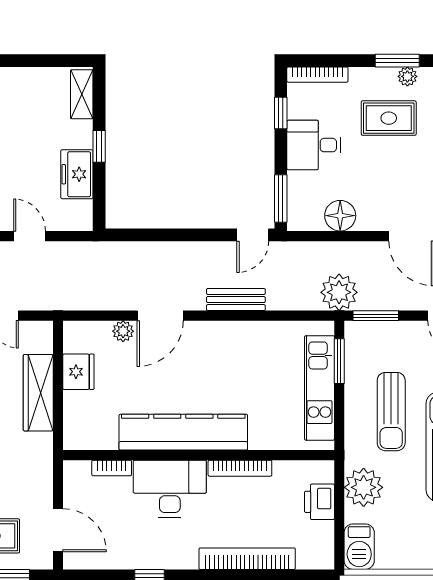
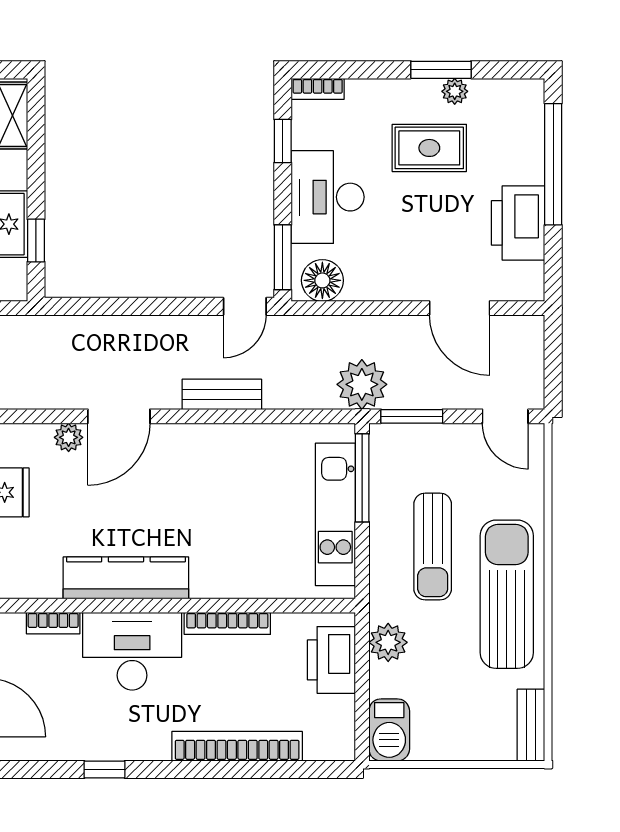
bookcase: (317, 75) -> (318, 89), width x0.64
desk: (314, 145) -> (328, 197), width x1.37
window: (99, 146) -> (36, 240), moved
floor lamp: (340, 216) -> (322, 280), moved
window: (339, 361) -> (362, 478), width x1.44
kitchen counter: (183, 432) -> (126, 578), width x0.72, depth x0.86
plant: (364, 487) -> (388, 642), width x0.73, depth x0.73
printer: (319, 502) -> (331, 660), width x1.37, depth x1.19

